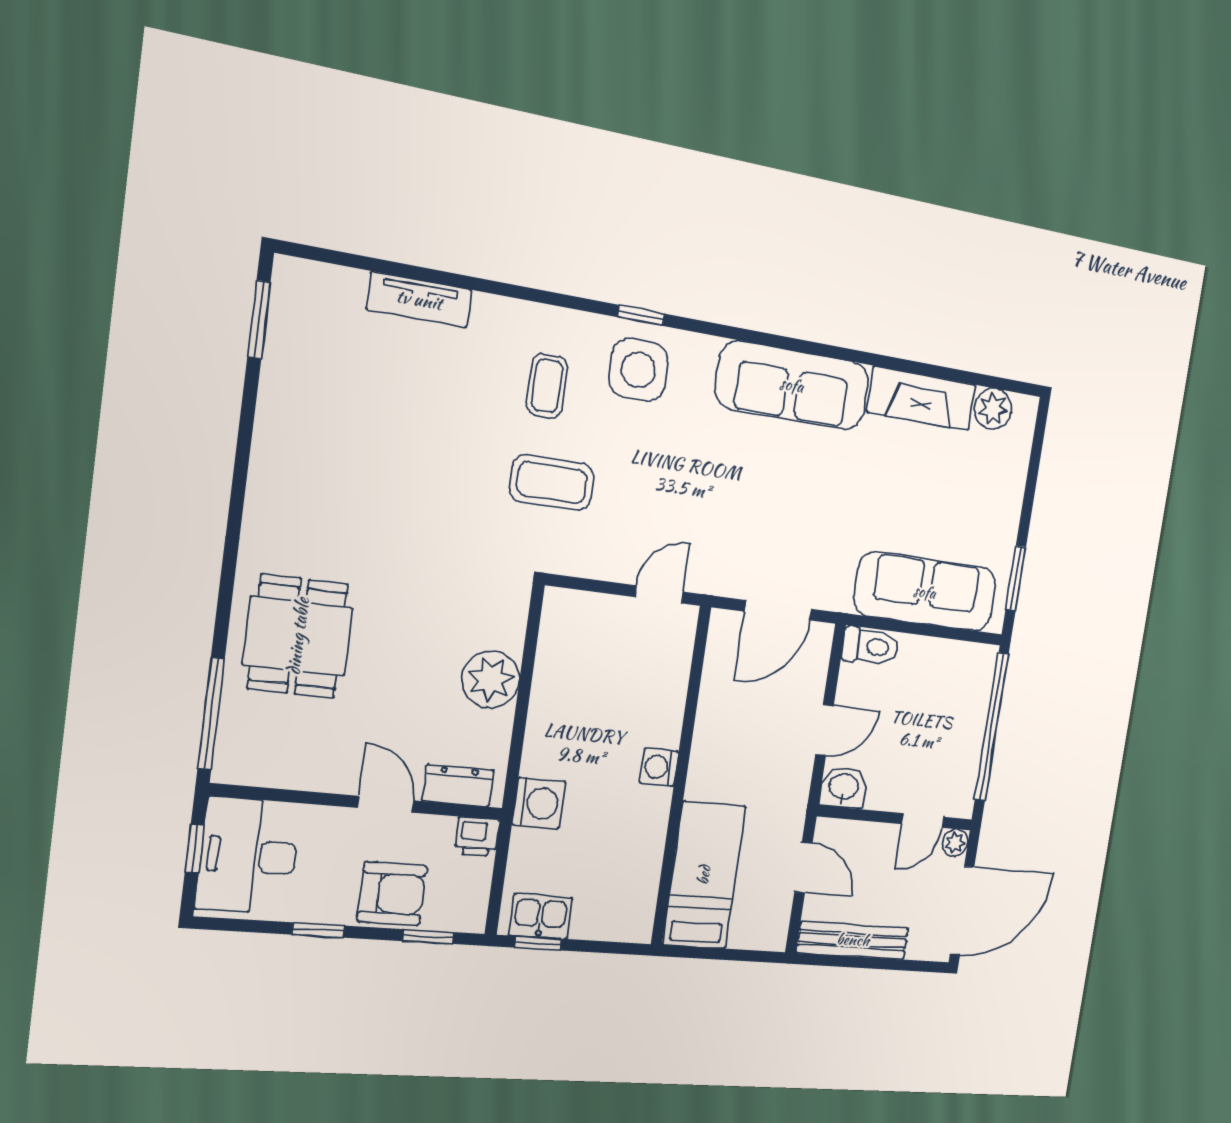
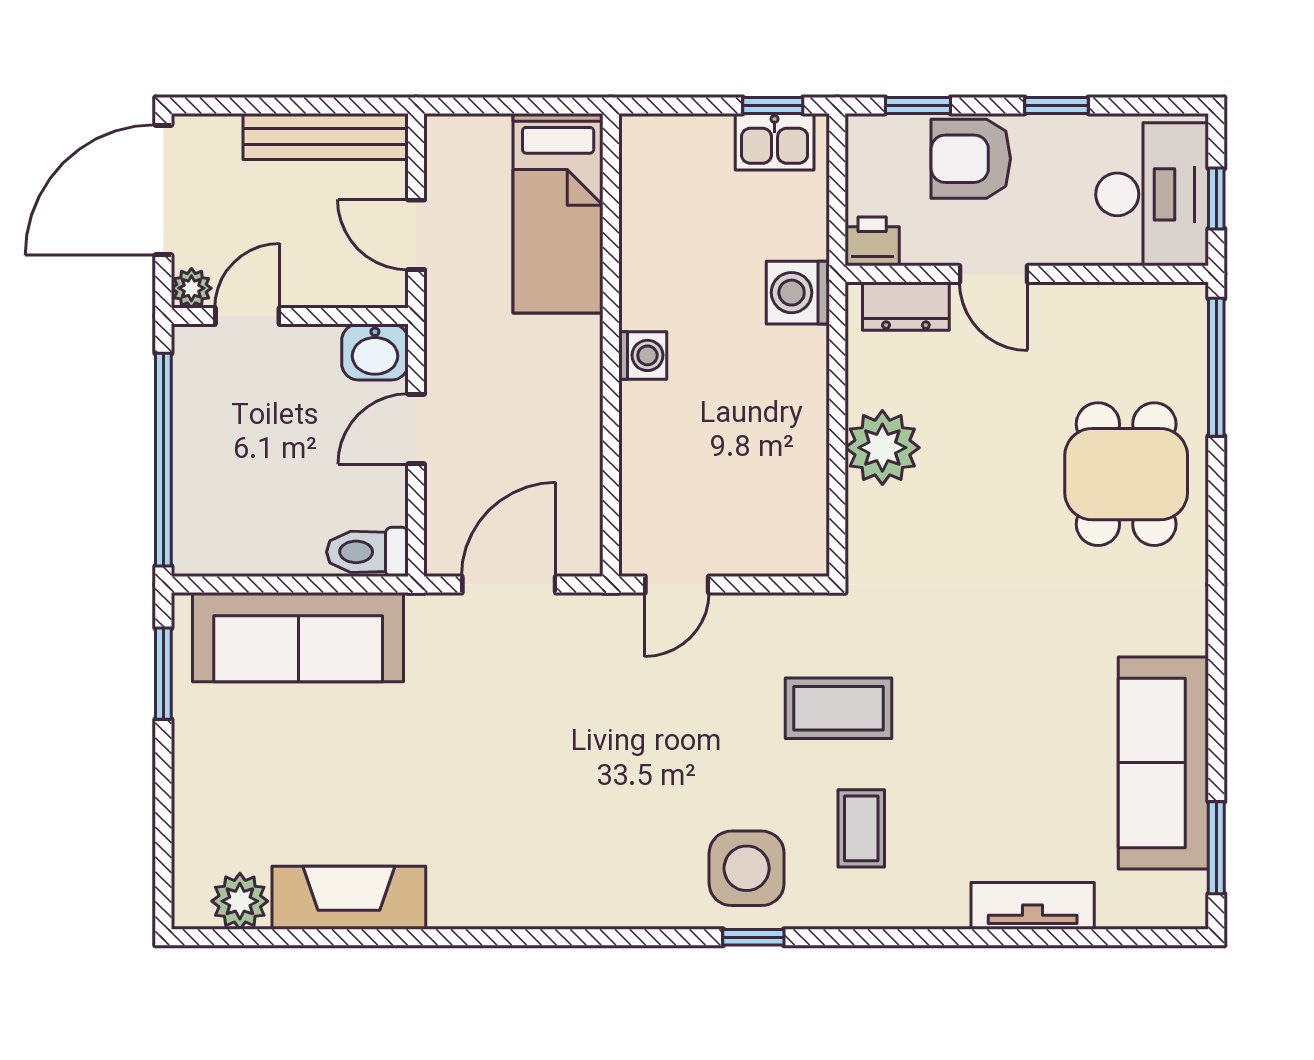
sofa: (792, 385) -> (1163, 763), moved, turned -90

